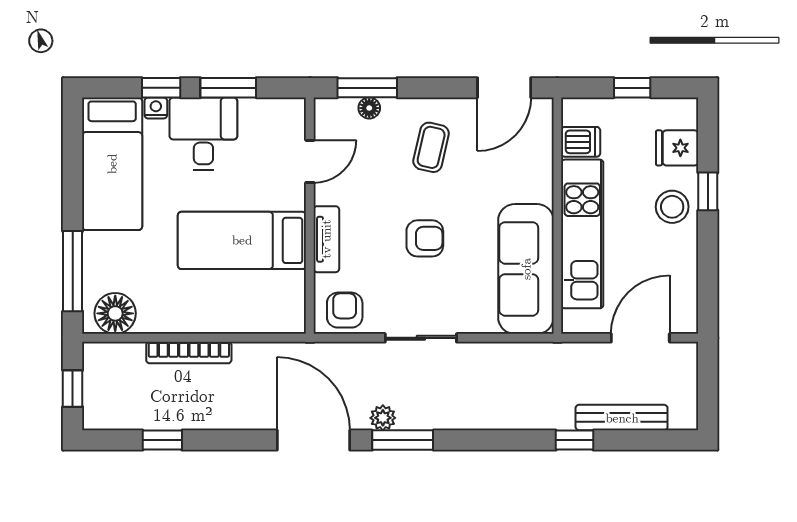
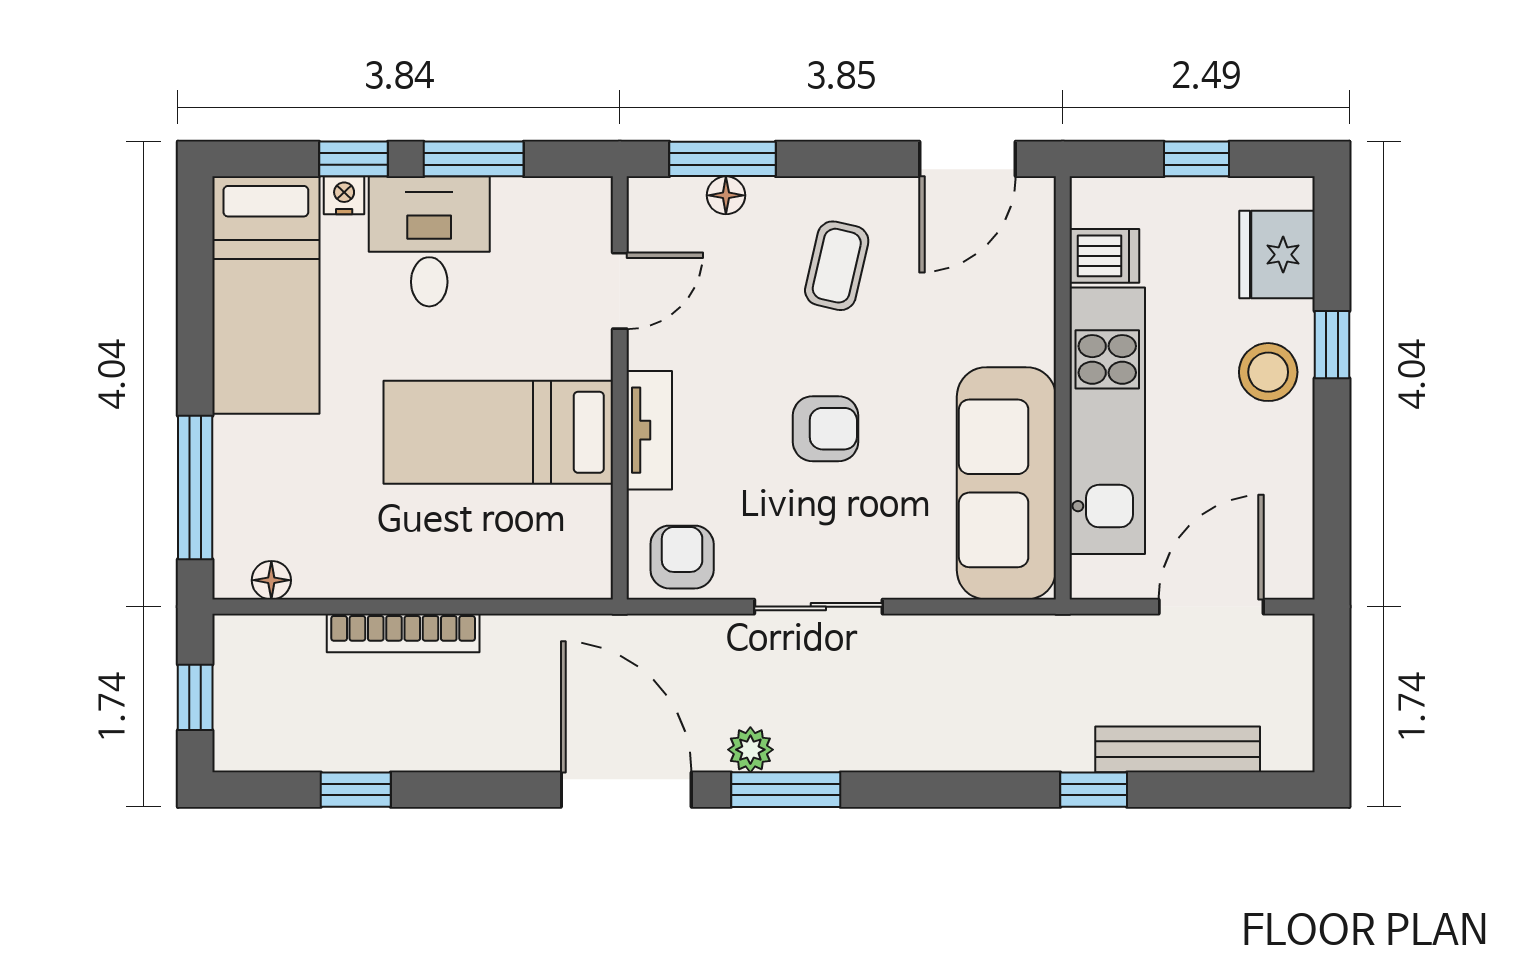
fridge: (677, 148) -> (1277, 255), width x1.38
floor lamp: (115, 313) -> (271, 580), width x0.53, depth x0.53

